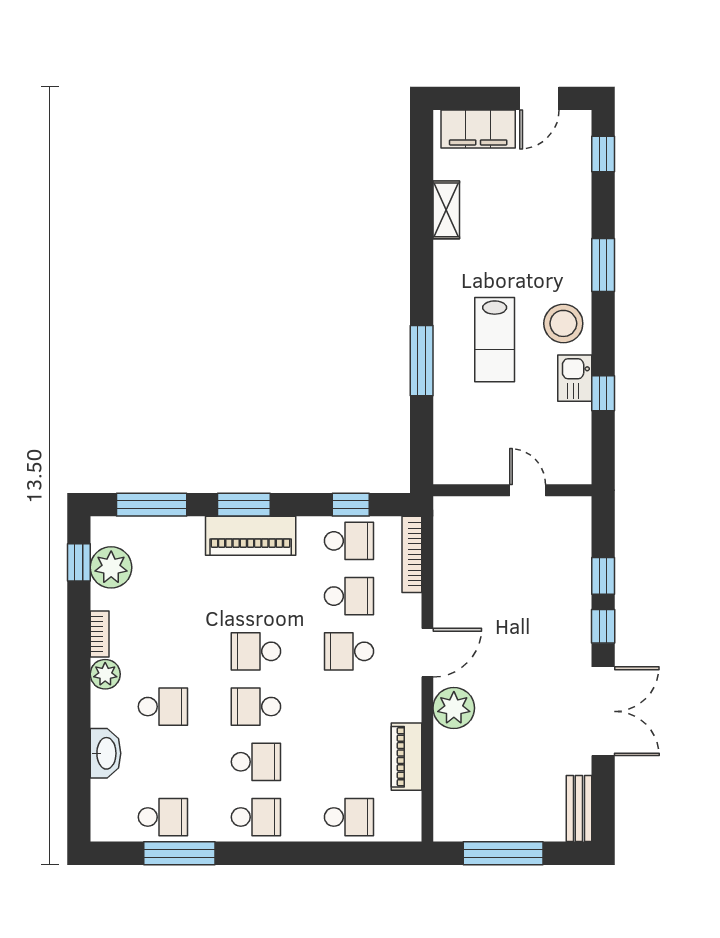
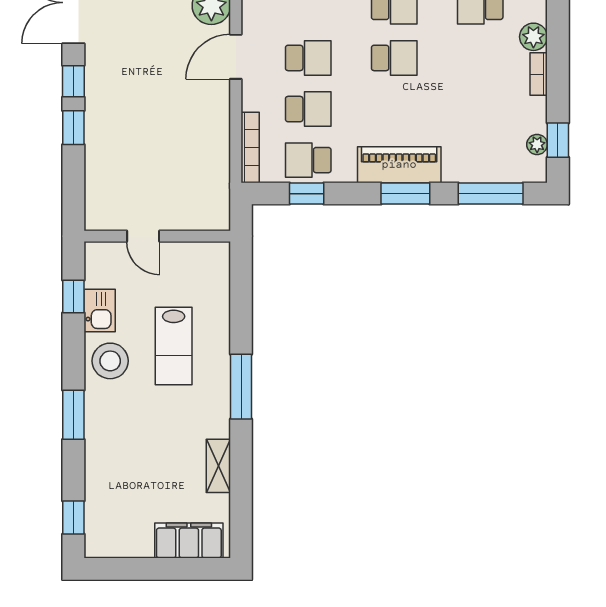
door: (539, 98) -> (132, 569), removed
lab bench: (495, 340) -> (174, 346), turned 180
window: (422, 361) -> (241, 387), moved
wall: (512, 490) -> (157, 236), moved
door: (528, 490) -> (143, 236), moved
plant: (111, 567) -> (537, 144), width x0.53, depth x0.53
school desk: (349, 596) -> (308, 109), turned 180

